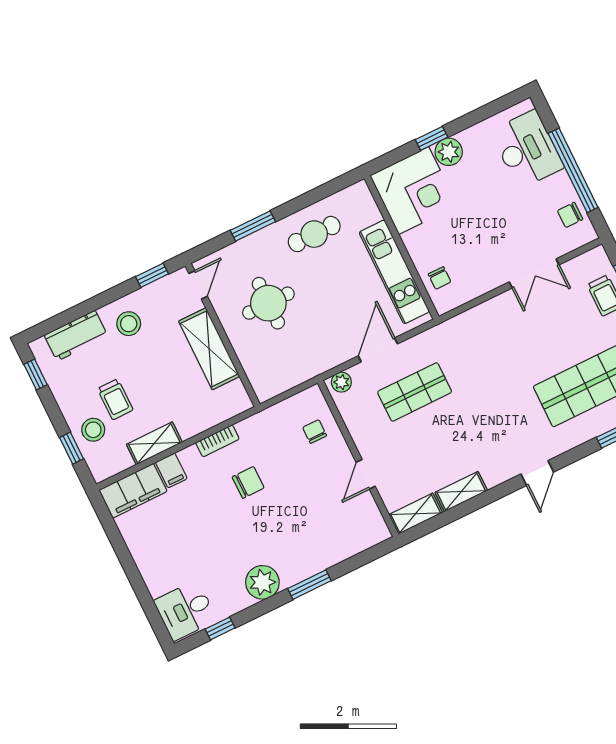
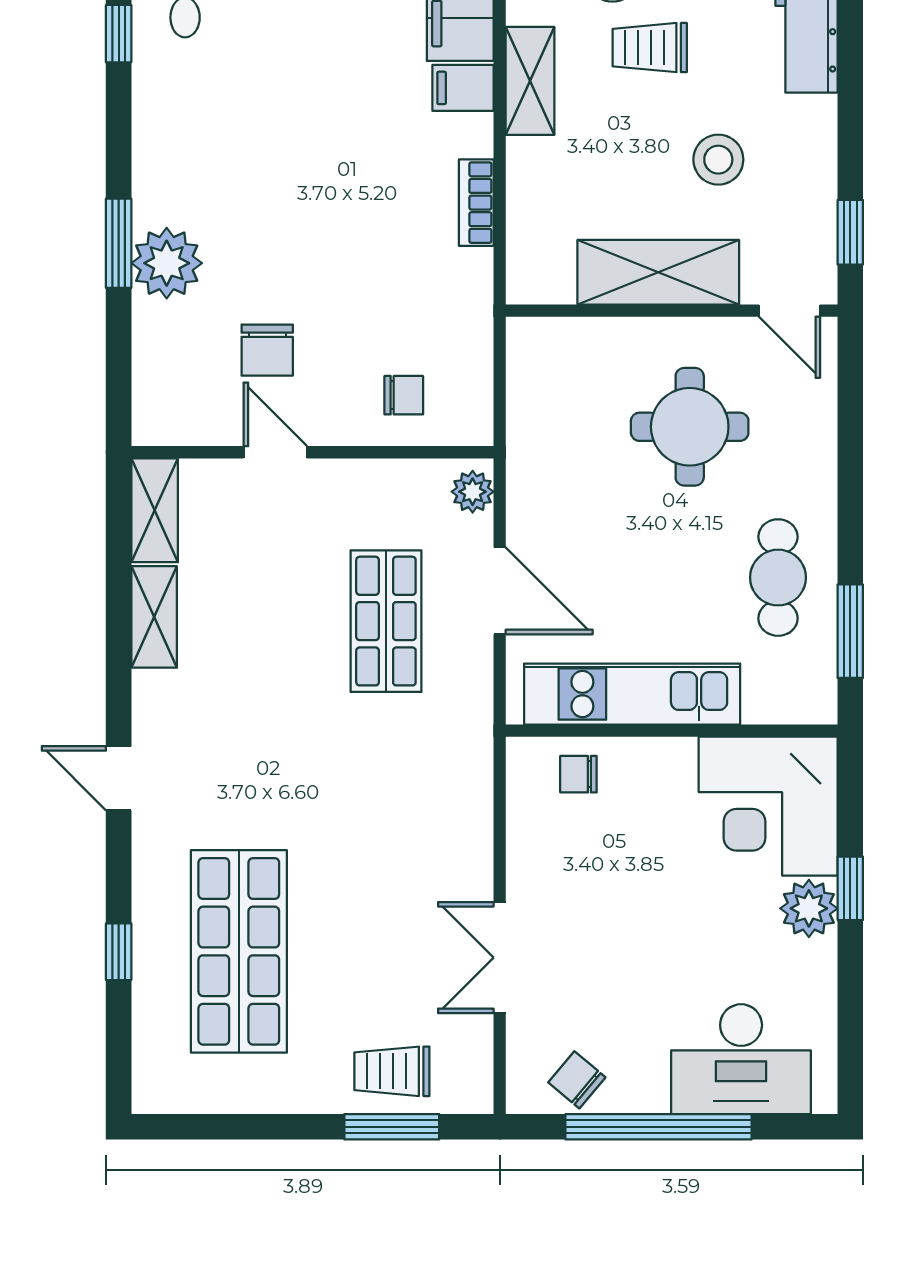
chair: (570, 215) -> (577, 1080), turned -50
window: (253, 226) -> (850, 631), moved
stool: (129, 324) -> (718, 160), moved
chair: (248, 482) -> (267, 350), moved
plant: (262, 582) -> (167, 263), moved

